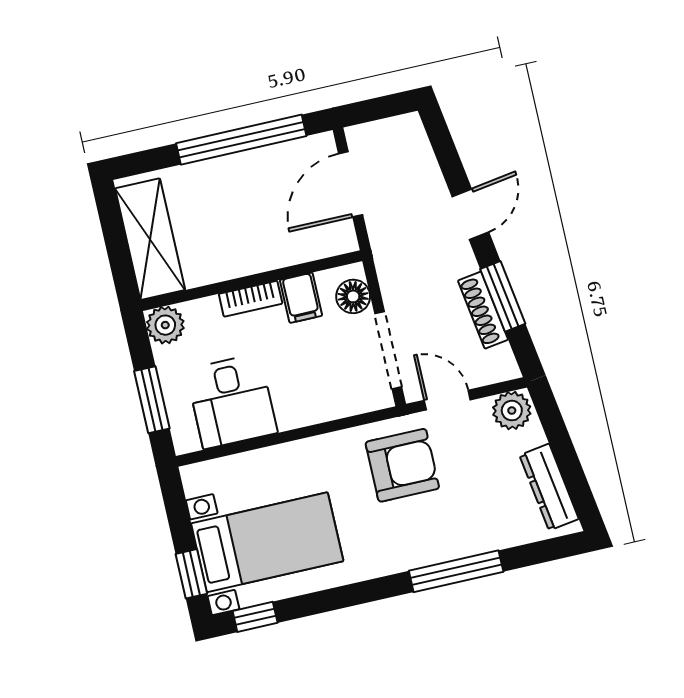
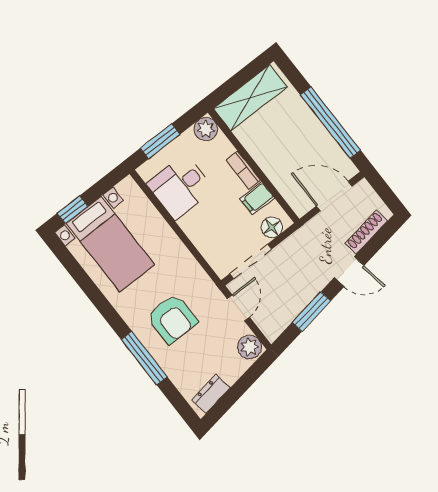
shoe rack: (483, 310) -> (366, 232), moved
armchair: (402, 465) -> (172, 319), moved
dresser: (549, 487) -> (211, 394), width x0.70
window: (255, 617) -> (65, 257), removed

